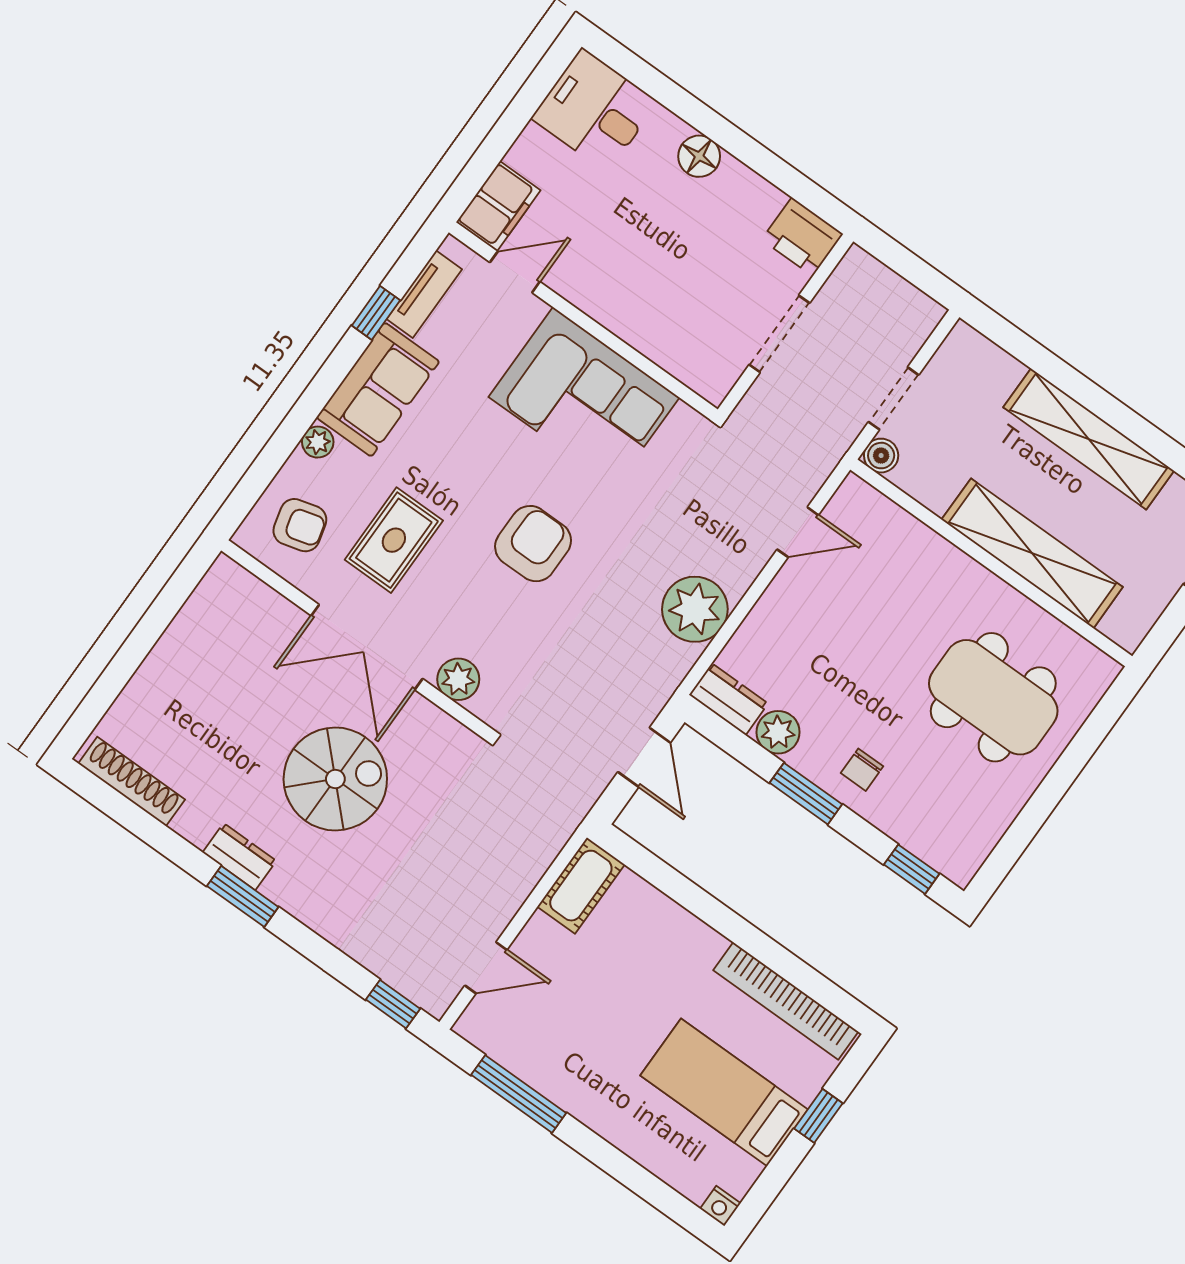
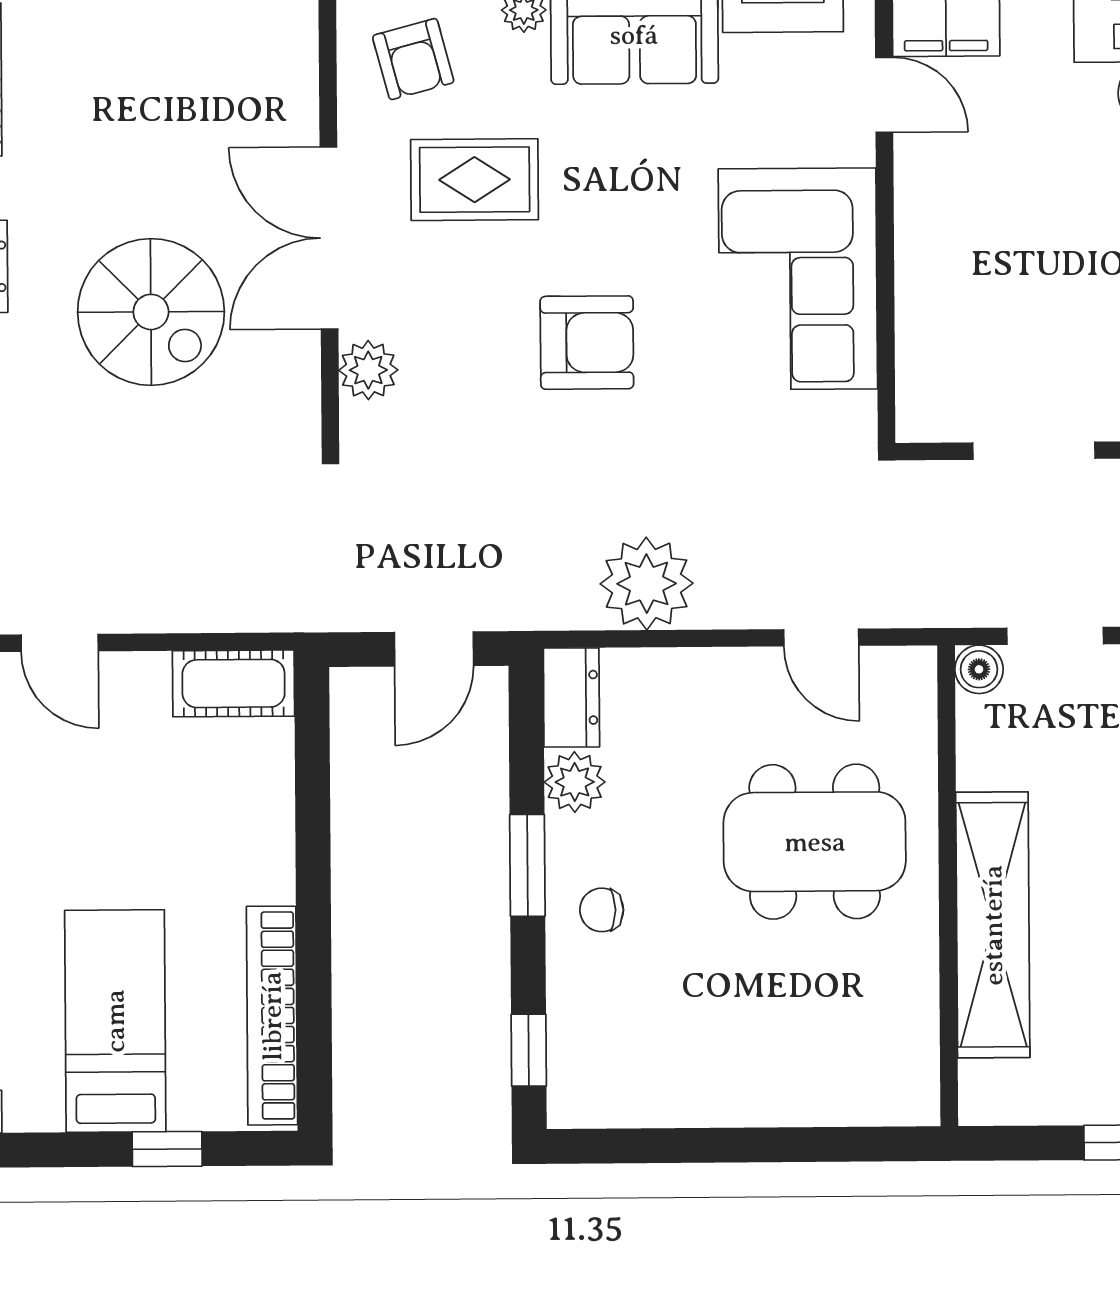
dining table: (993, 697) -> (815, 842), moved, turned 90

